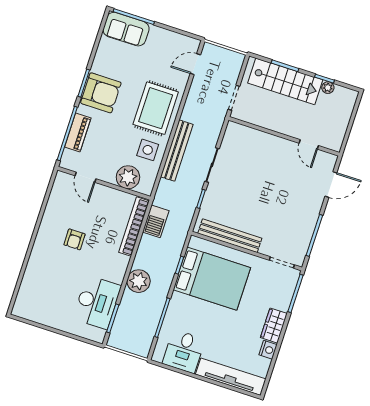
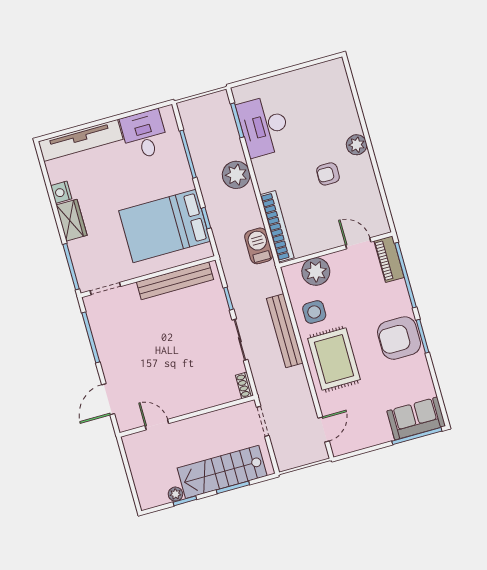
shoe rack: (230, 131) -> (244, 385), added
piano: (78, 133) -> (389, 259), moved
armchair: (74, 239) -> (328, 174), turned -90
plant: (41, 246) -> (357, 145), added

